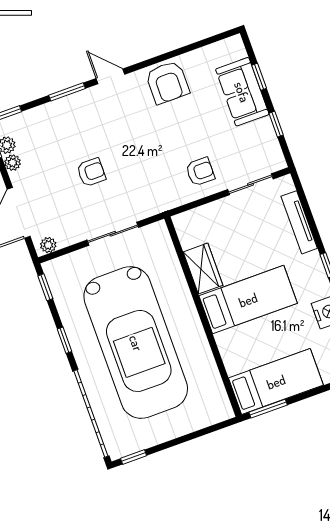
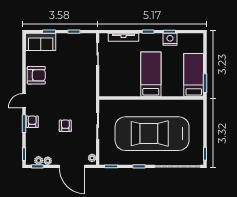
sofa: (242, 92) -> (41, 42), moved
armchair: (200, 172) -> (32, 122), moved
wardrobe: (203, 269) -> (129, 90), removed
car: (136, 343) -> (152, 134), turned 180

